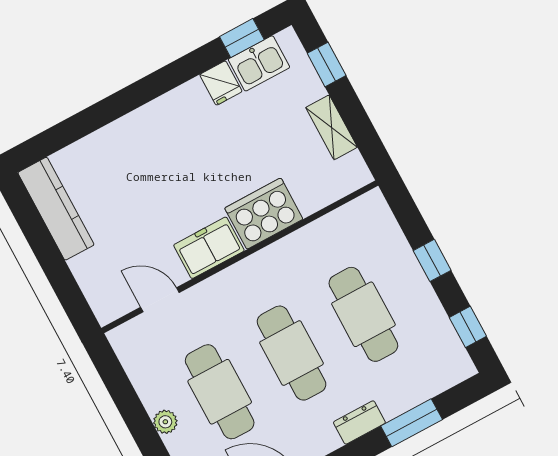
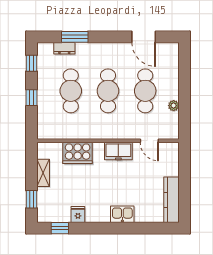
kitchen sink: (259, 63) -> (122, 214), moved
cooker: (264, 214) -> (78, 153), moved
plant: (165, 422) -> (174, 106), moved
dresser: (359, 422) -> (64, 48), moved

